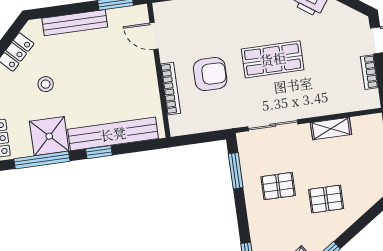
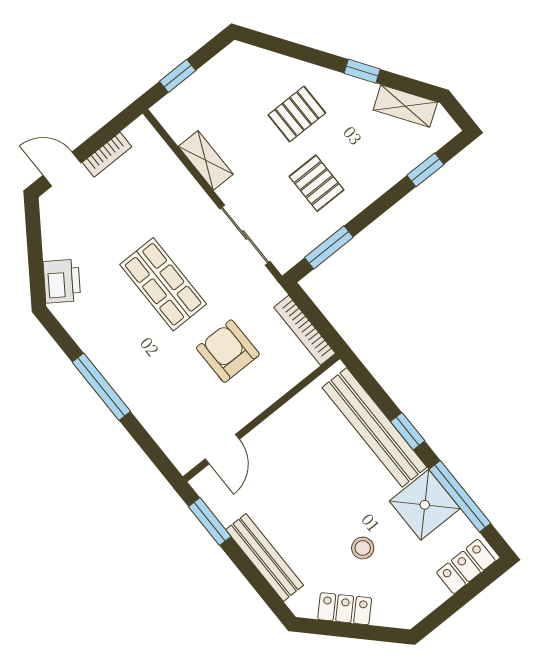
bookcase: (170, 89) -> (305, 330), moved, turned -90
pallet: (326, 199) -> (297, 114), turned 90

